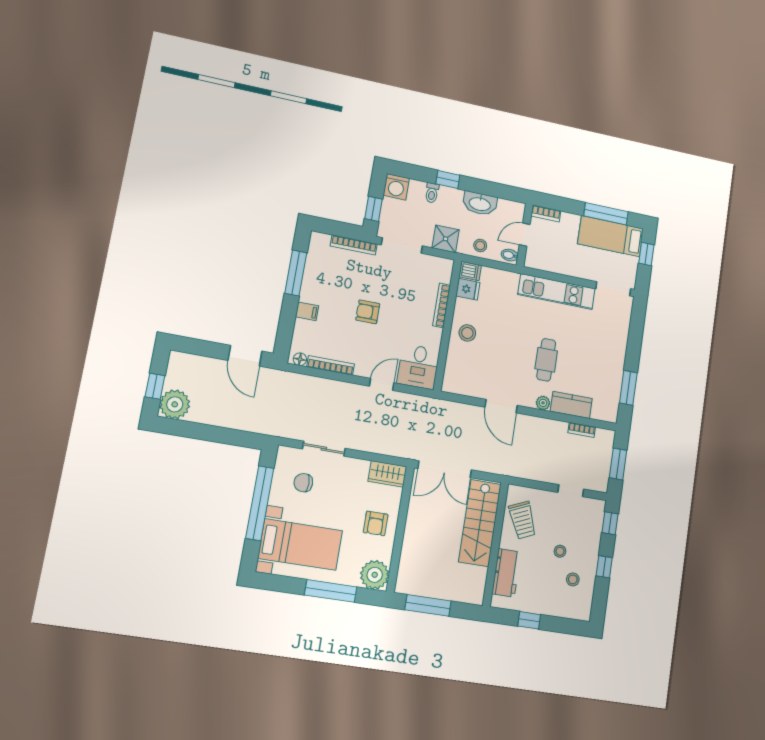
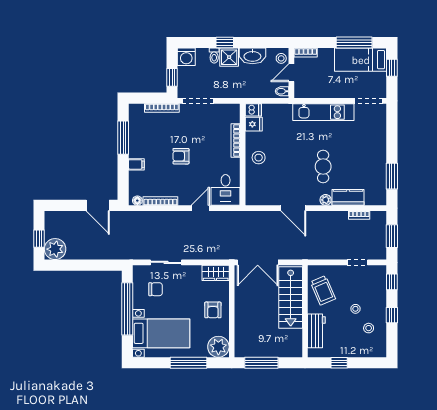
shower: (446, 239) -> (229, 57), moved
stool: (480, 246) -> (281, 58), moved
chair: (303, 483) -> (156, 289), turned 180

